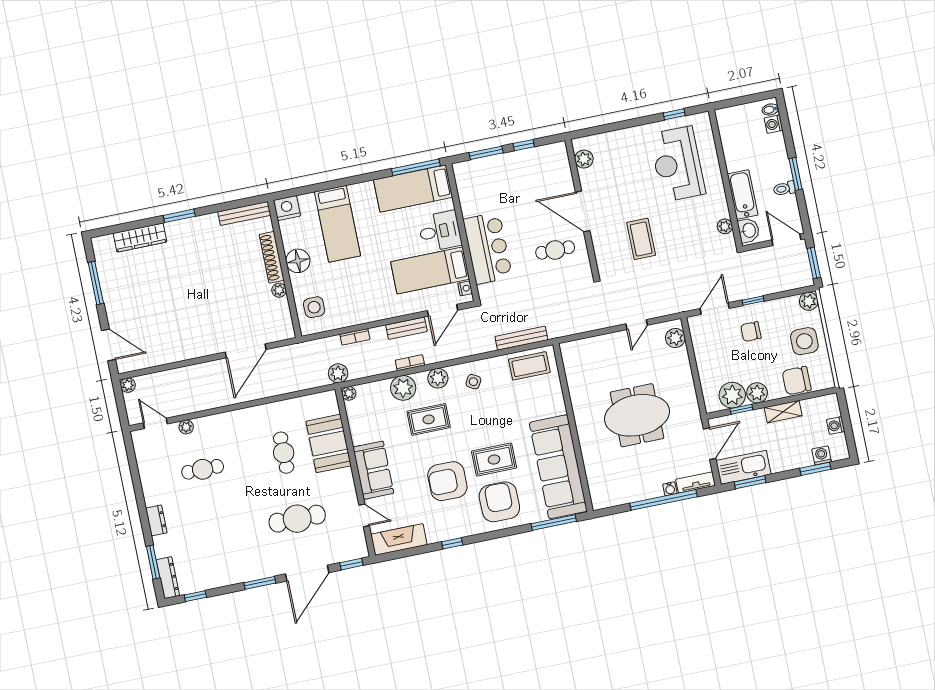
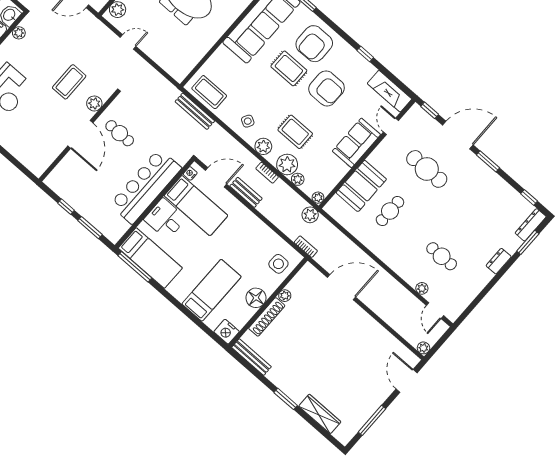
plant: (584, 159) -> (94, 103), moved
bar counter: (488, 248) -> (146, 186), width x1.36
bookcase: (355, 337) -> (306, 247), moved
plant: (381, 387) -> (298, 179), added

